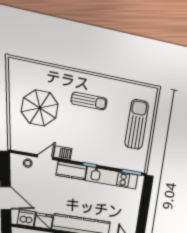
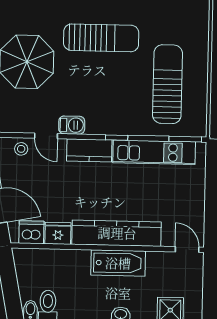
sun lounger: (89, 101) -> (101, 38), width x1.36, depth x1.34
sun lounger: (137, 124) -> (167, 84), moved
door: (45, 157) -> (46, 136), swing flipped

